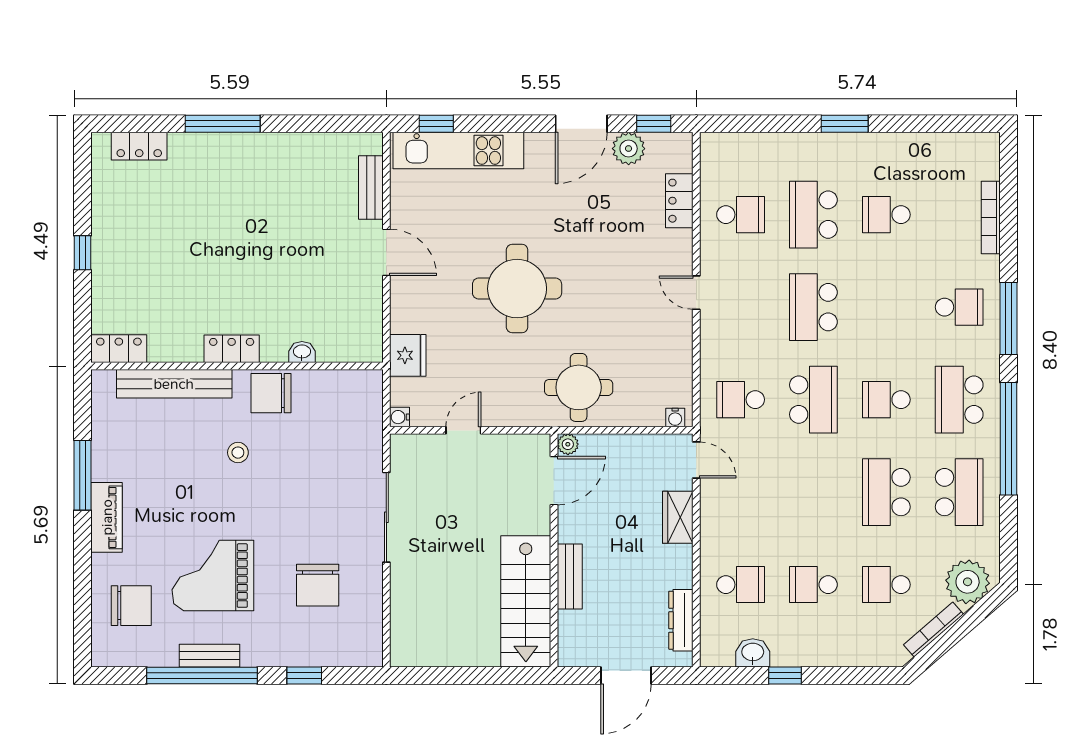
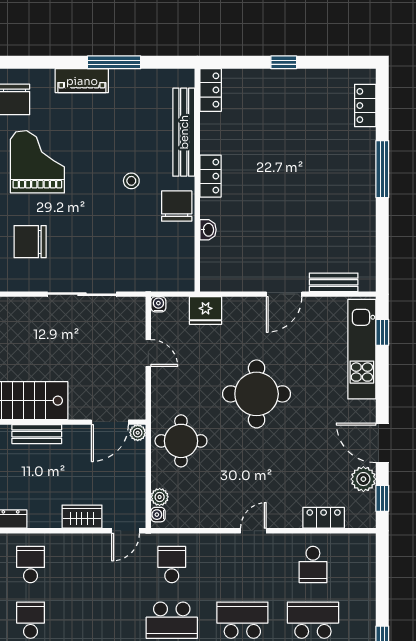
plant: (652, 416) -> (160, 497), added
door: (554, 481) -> (110, 422), hinge flipped
school desk: (741, 585) -> (31, 565), turned 180

